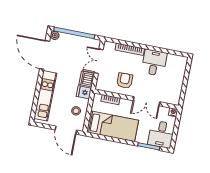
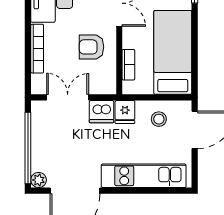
double door: (99, 61) -> (68, 97), swing flipped

